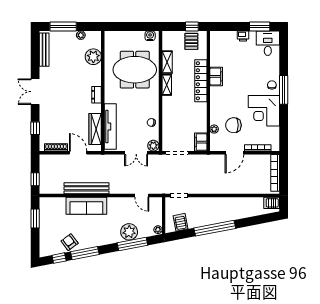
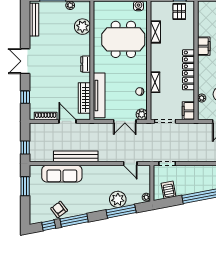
locker: (201, 81) -> (189, 70), moved
shelving: (167, 85) -> (155, 82), moved
sofa: (86, 206) -> (62, 174), moved

